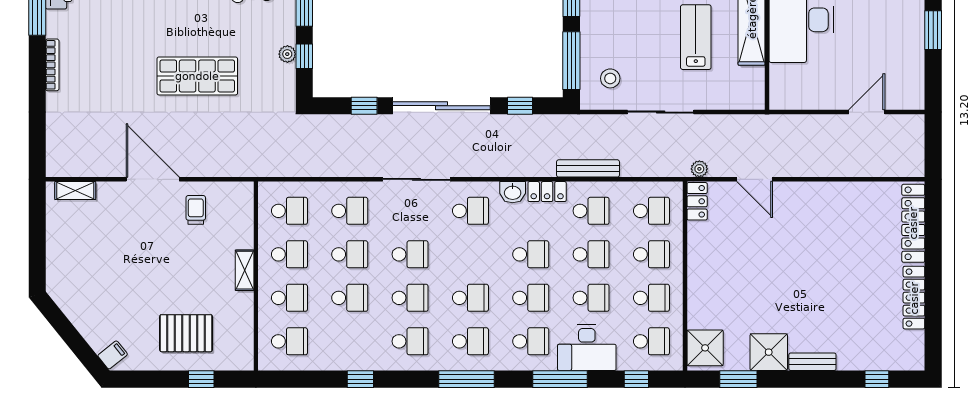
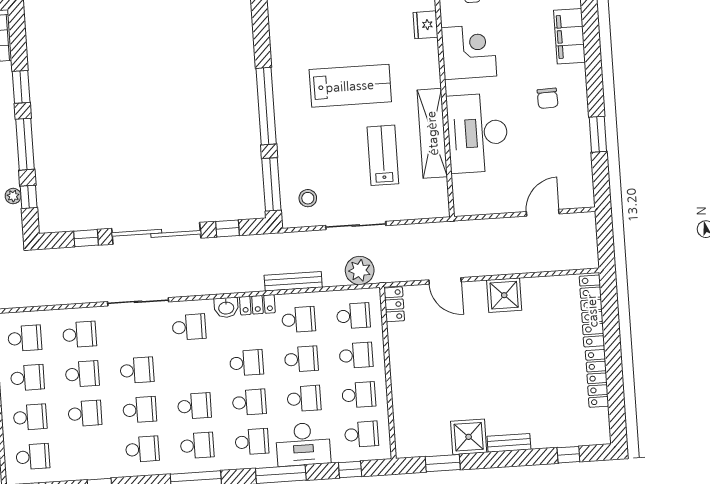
plant: (699, 169) -> (360, 270), moved, width x1.88, depth x1.88
shower: (705, 348) -> (504, 295), moved

